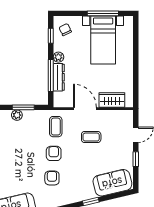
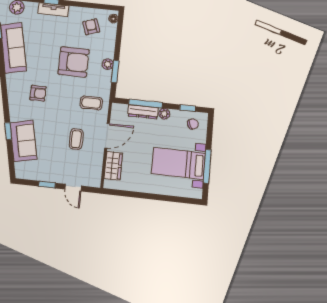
armchair: (54, 153) -> (74, 62), moved, width x1.88, depth x1.88
sofa: (112, 183) -> (23, 141), moved

